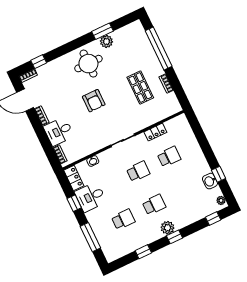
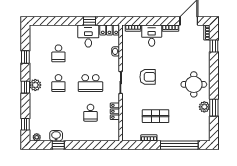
armchair: (94, 101) -> (148, 77), moved, turned 180
school desk: (138, 171) -> (90, 83), width x1.85
window: (90, 237) -> (57, 21), removed

